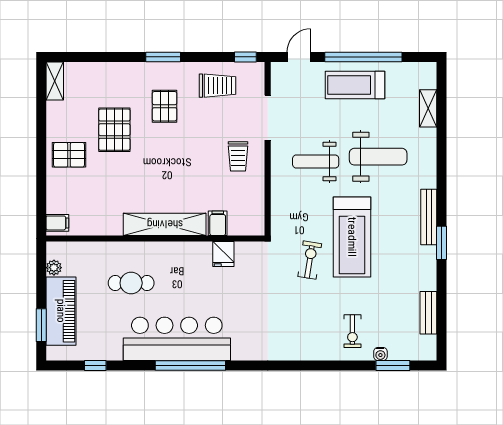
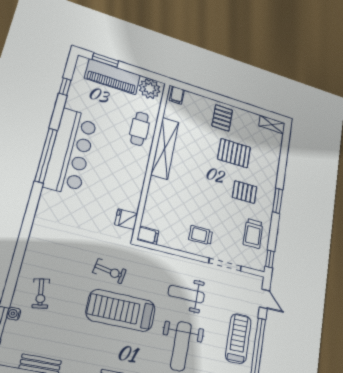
weight bench: (316, 161) -> (186, 294), turned -90
filing cabinet: (218, 223) -> (148, 235), moved
shelving: (165, 224) -> (165, 148), moved
fridge: (223, 254) -> (126, 219), moved
plant: (54, 268) -> (150, 89), width x1.88, depth x1.88
cafe table: (131, 283) -> (140, 129), moved
exercise bike: (352, 331) -> (41, 293), turned -100

